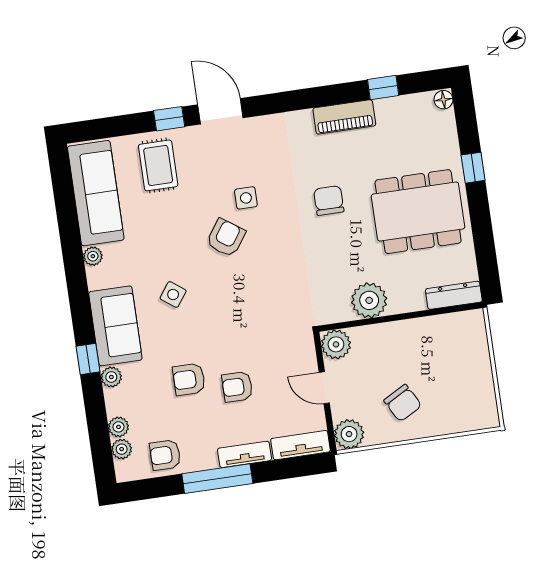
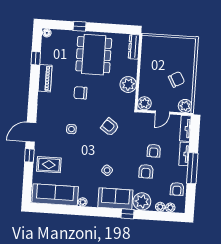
armchair: (226, 238) -> (110, 127), moved
plant: (111, 377) -> (142, 201), width x1.88, depth x1.88

